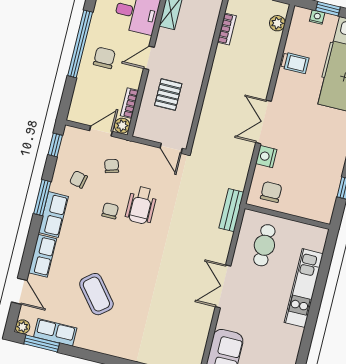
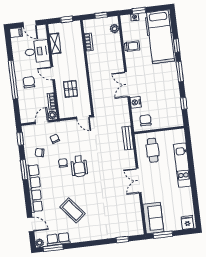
door: (149, 58) -> (53, 73), hinge flipped
wheelchair: (141, 205) -> (79, 166), moved

